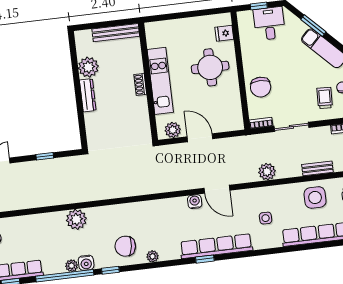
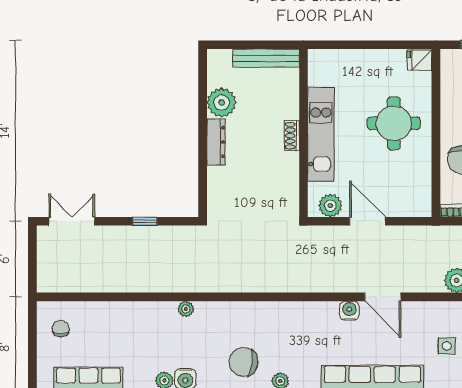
fridge: (224, 33) -> (420, 60), moved
plant: (76, 219) -> (186, 309), width x0.53, depth x0.53

